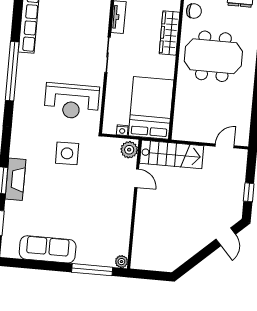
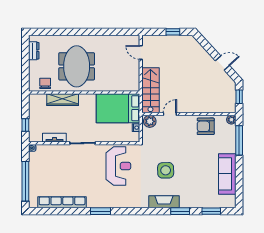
window: (12, 71) -> (100, 211), width x0.47
side table: (67, 153) -> (166, 170), moved
fireplace: (15, 179) -> (164, 202), moved
armchair: (115, 226) -> (206, 126), added
door: (226, 237) -> (222, 63), moved
window: (152, 275) -> (239, 97), added

